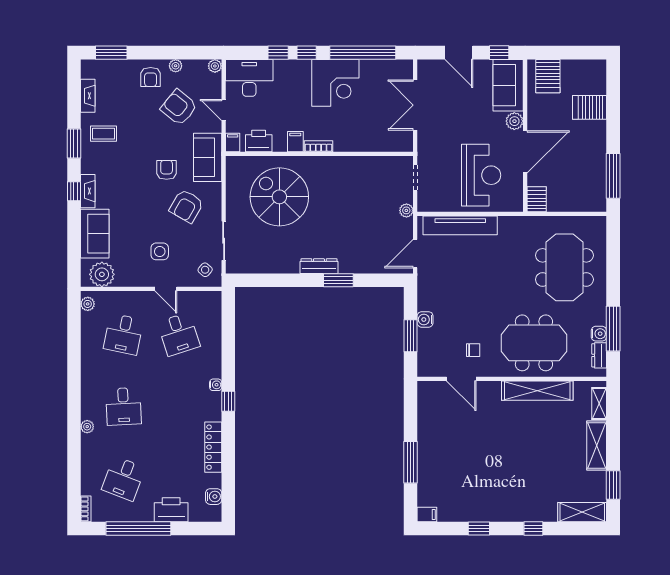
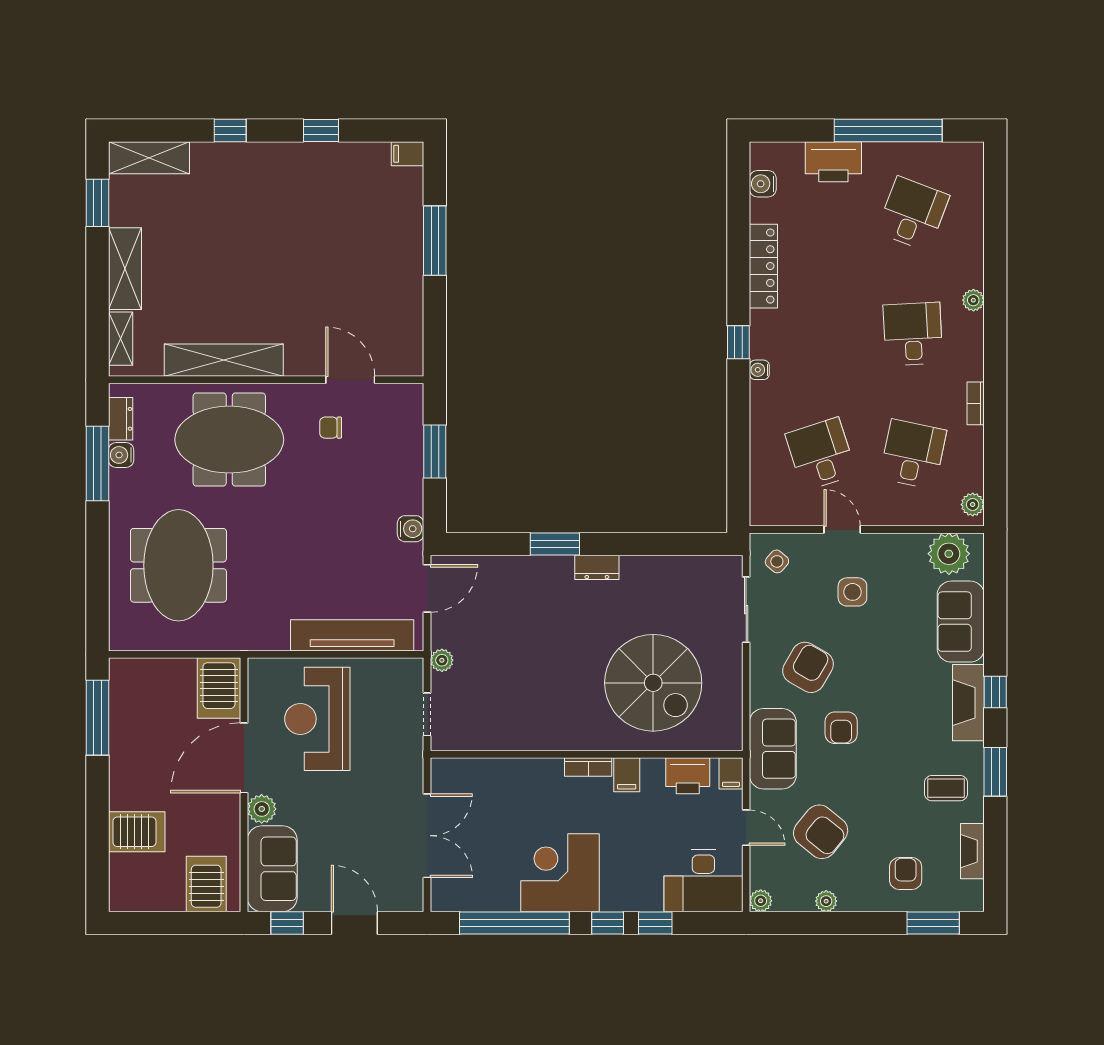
armchair: (151, 77) -> (906, 874), moved
fireplace: (88, 191) -> (968, 703), width x1.37, depth x1.32
server rack: (537, 199) -> (219, 688), width x1.36, depth x1.44
dresser: (319, 266) -> (597, 567), width x0.70
water cooler: (425, 319) -> (411, 529), moved
bookcase: (86, 509) -> (976, 403), moved

